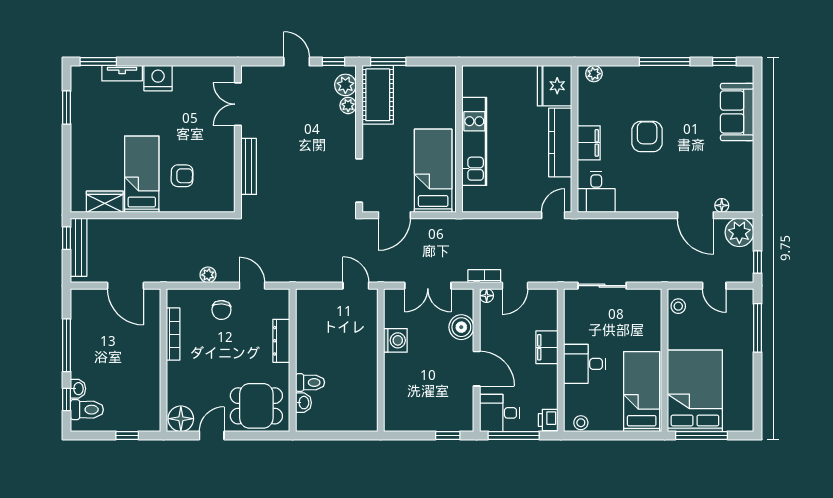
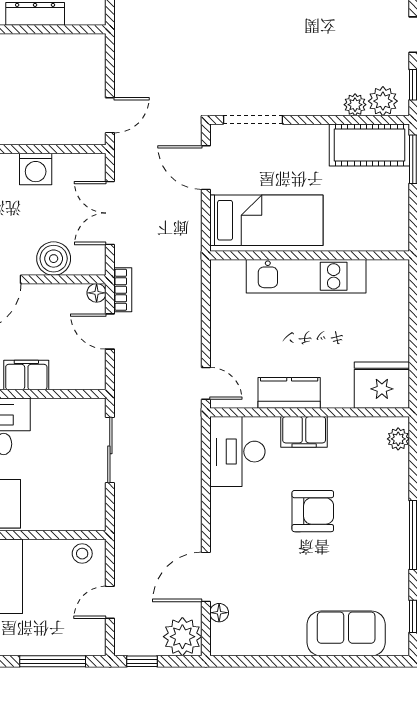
kitchen counter: (560, 142) -> (289, 393), width x0.67
desk: (596, 192) -> (237, 452), width x1.37

